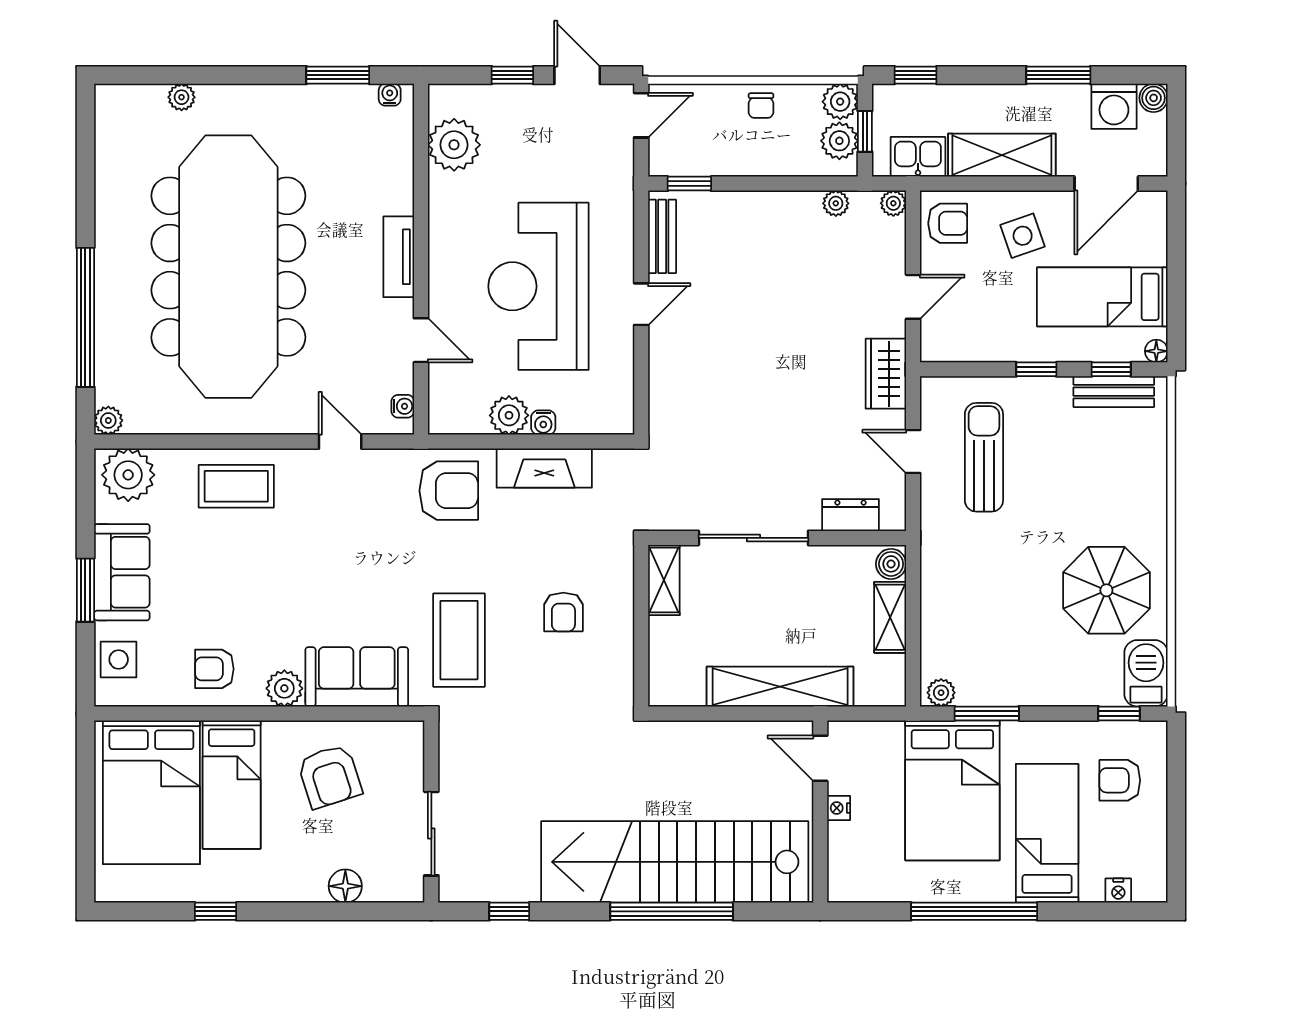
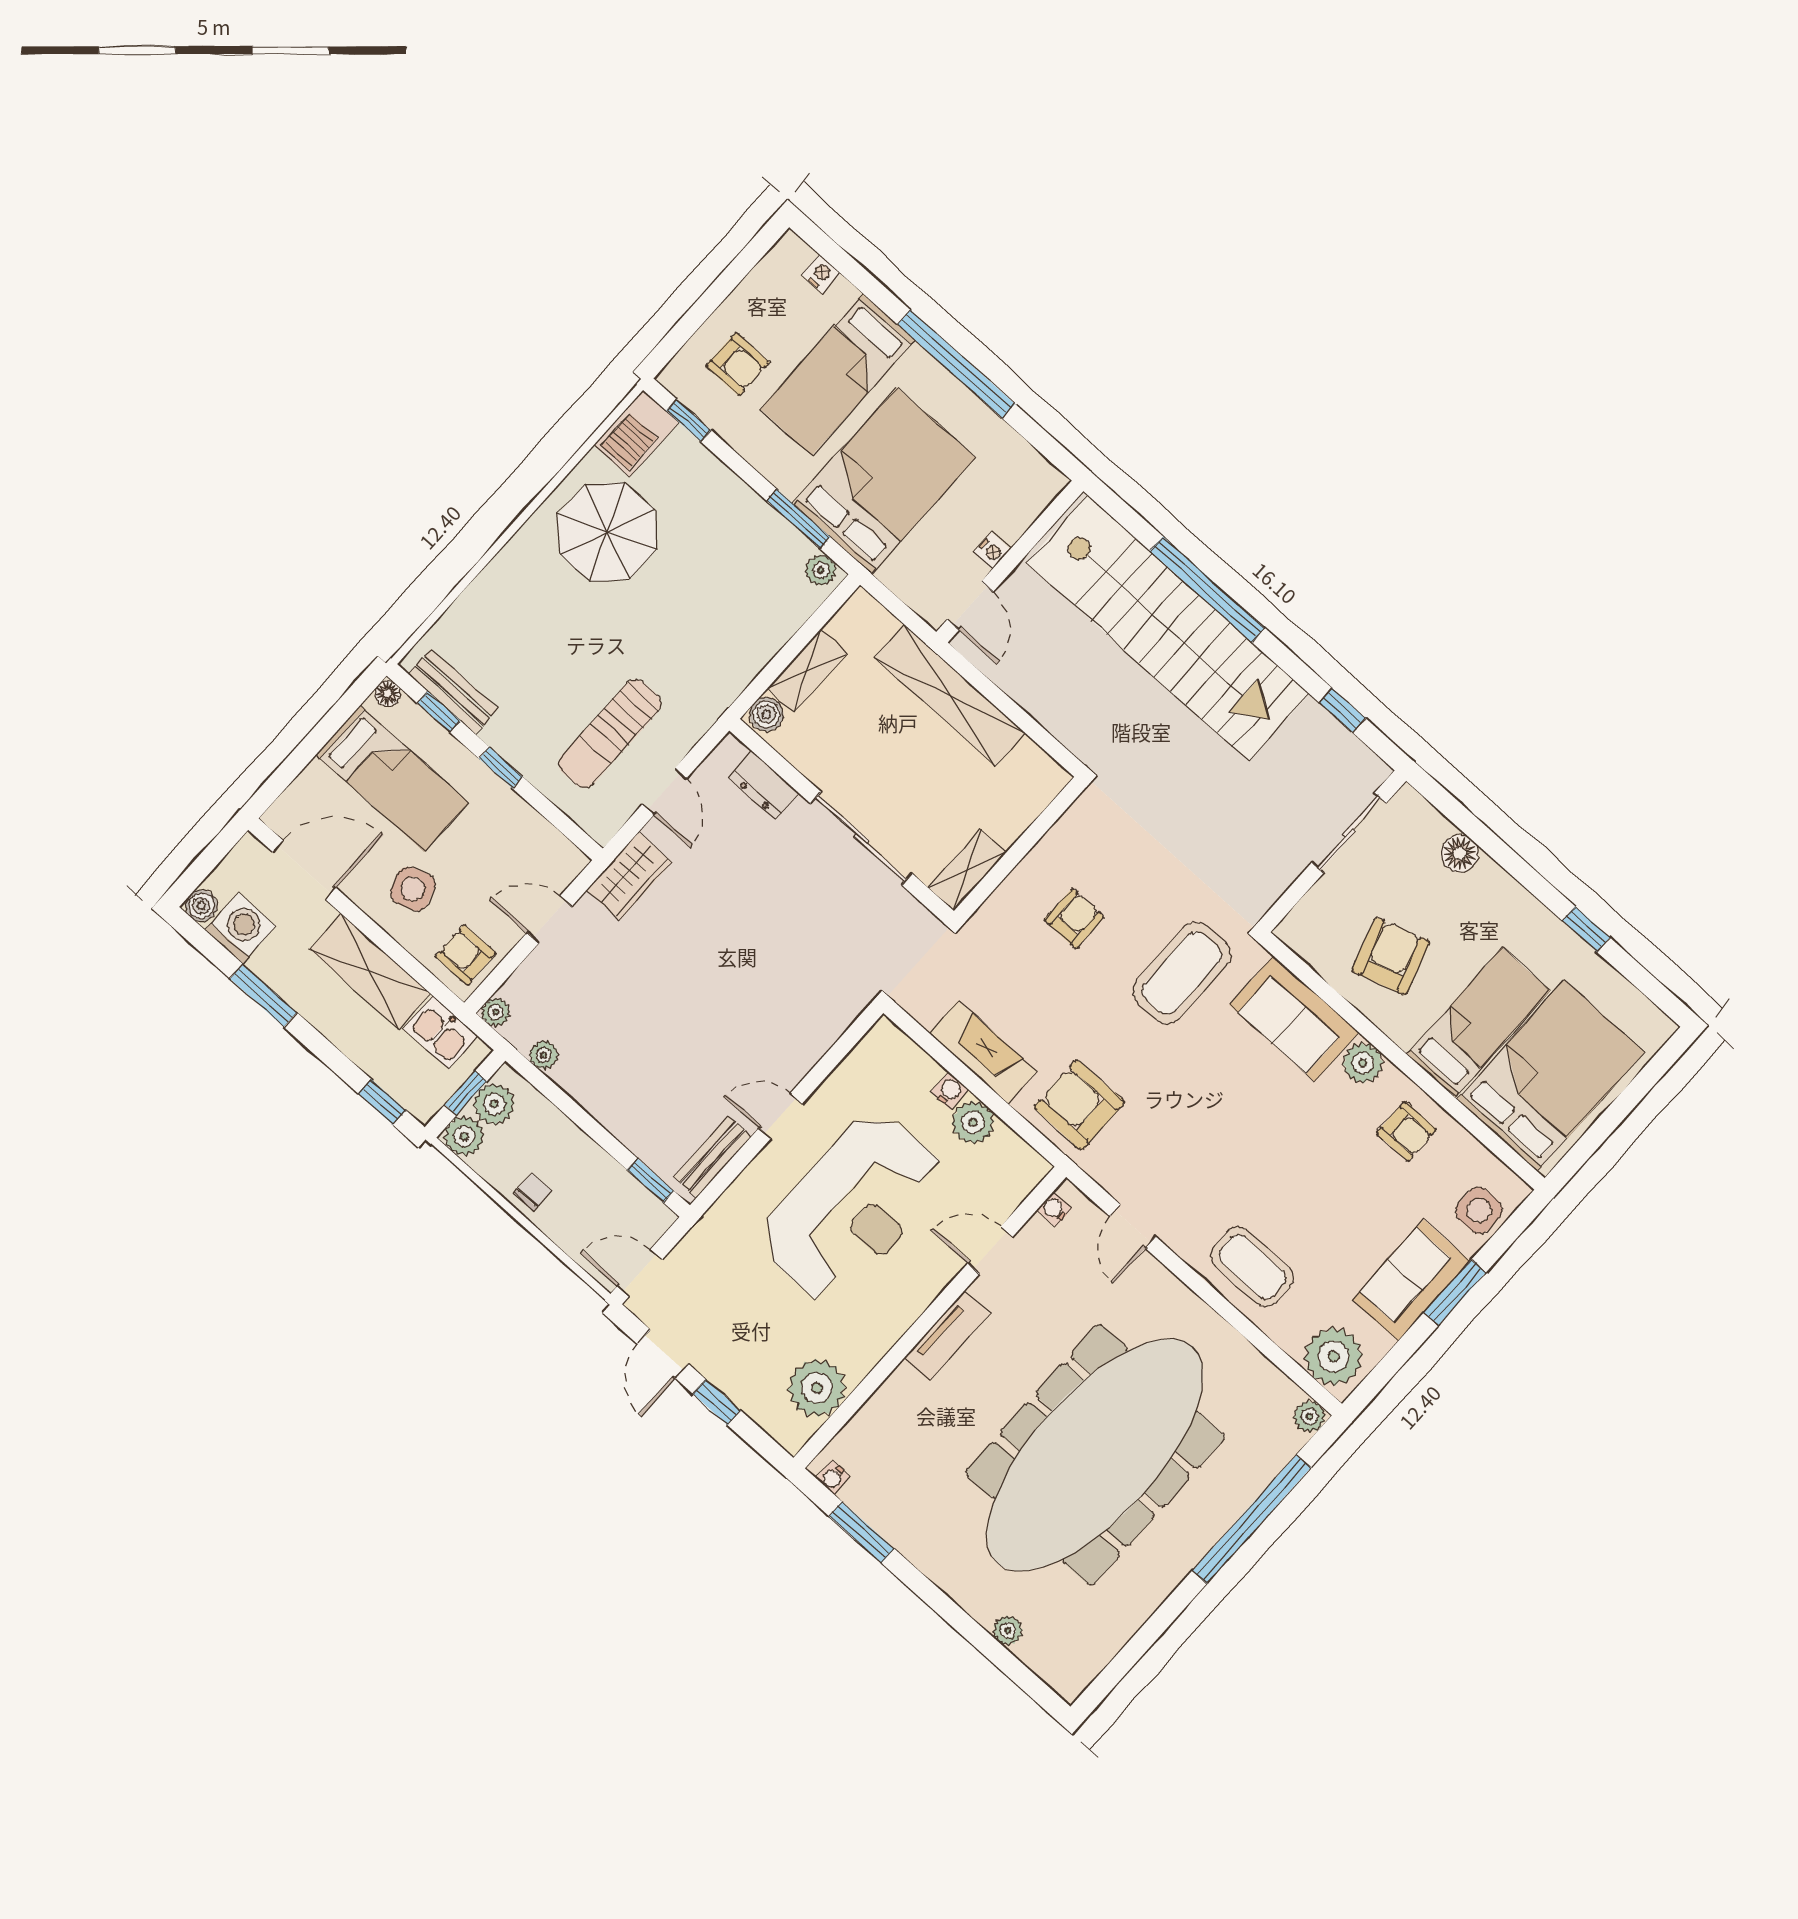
door: (421, 340) -> (990, 1250), hinge flipped

